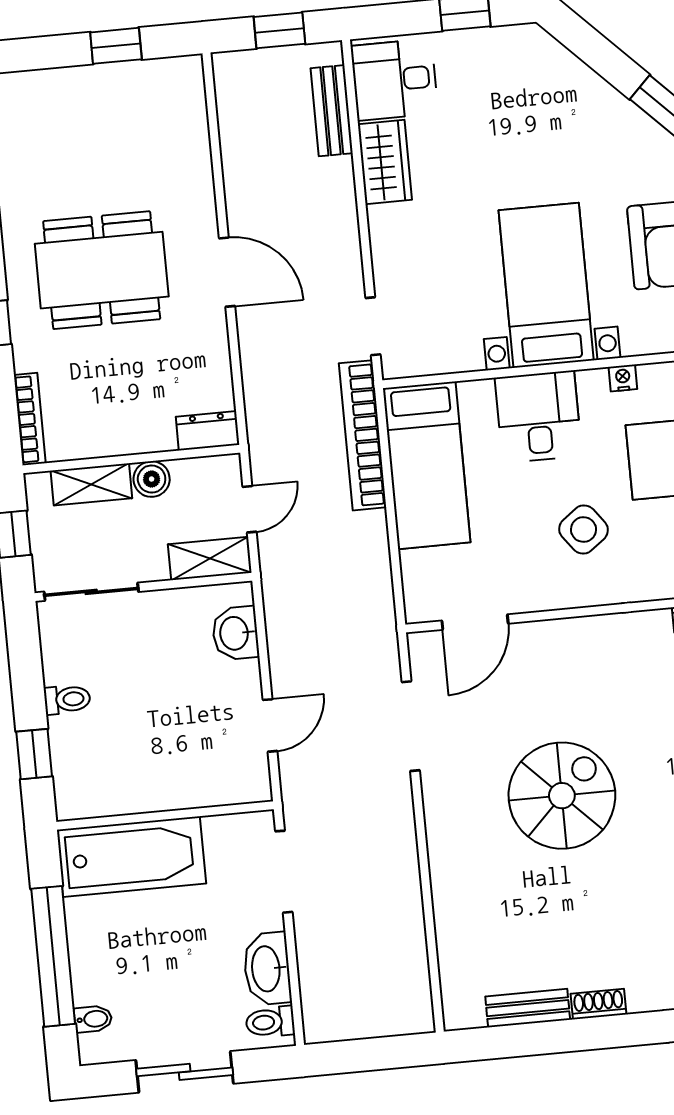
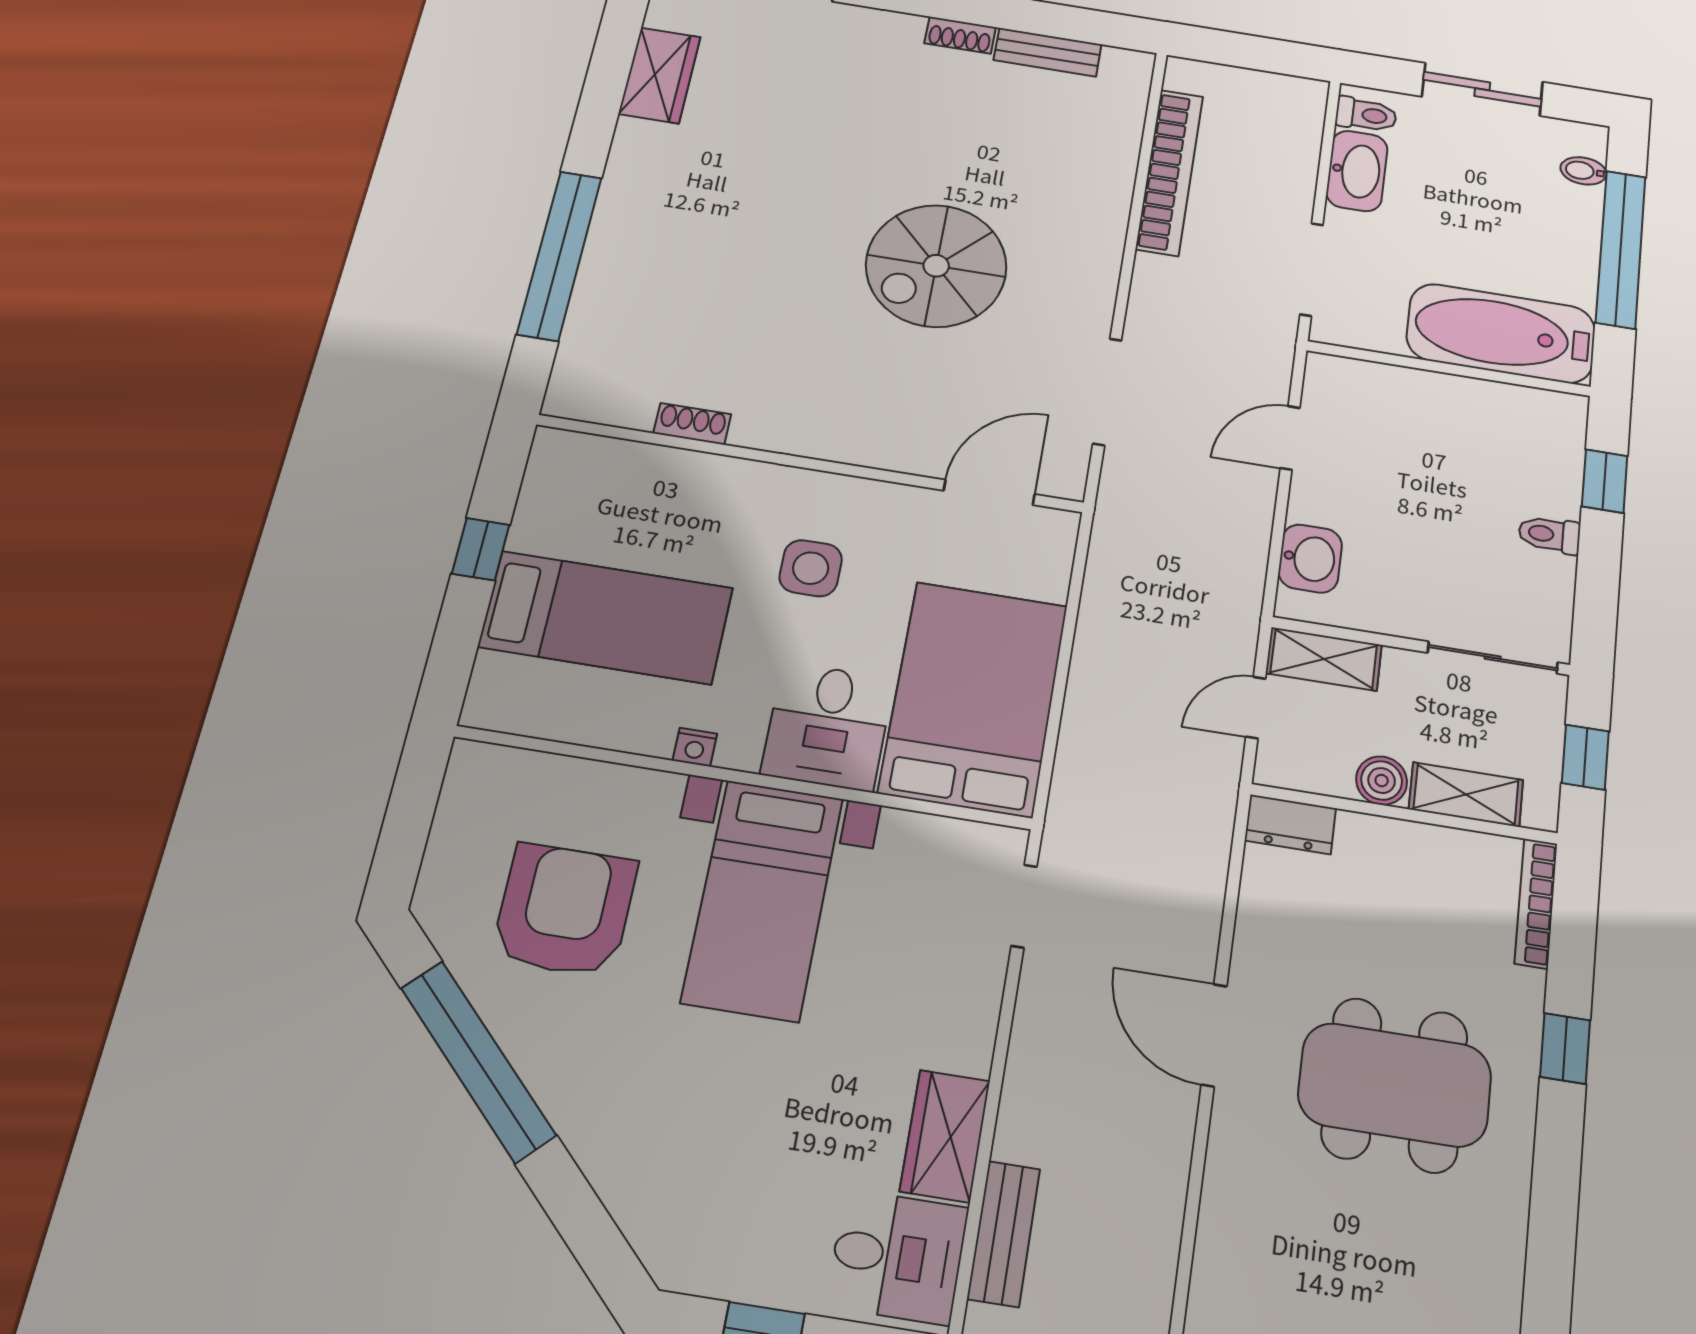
bookcase: (363, 435) -> (1170, 172), moved
bed: (427, 465) -> (974, 698), width x1.50
side table: (584, 530) -> (811, 568), turned 37

